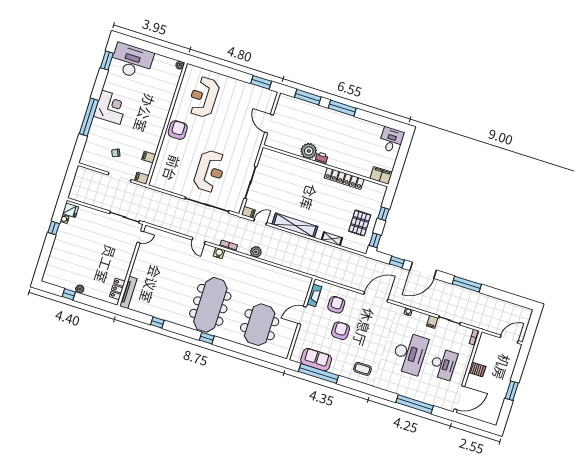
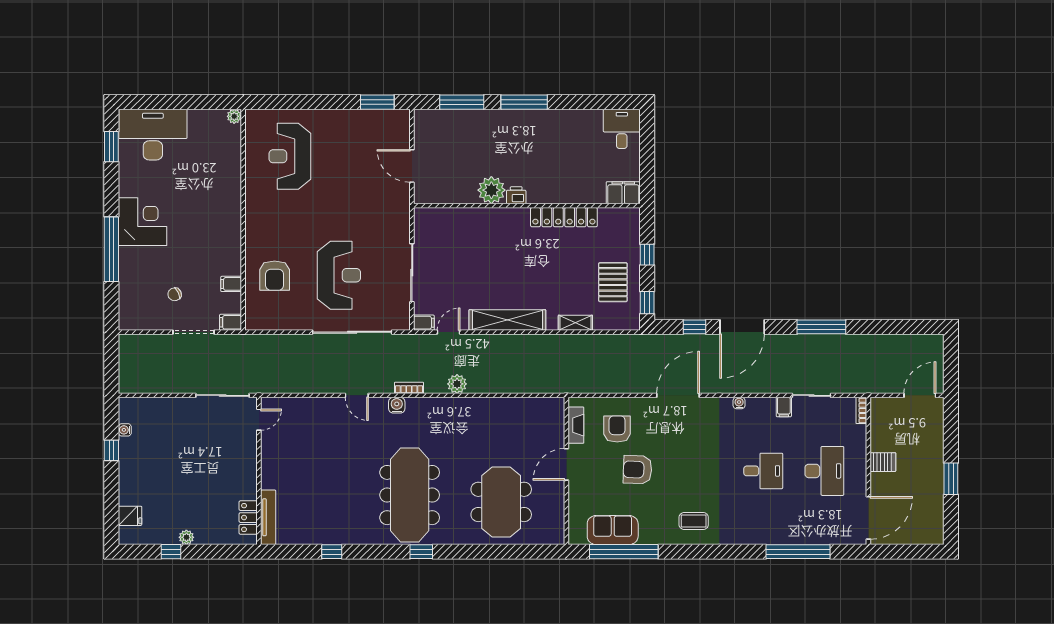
armchair: (178, 130) -> (275, 276), moved, turned 180
fridge: (71, 210) -> (130, 516), moved
armchair: (340, 331) -> (638, 470), turned -88
desk: (410, 353) -> (763, 471), width x0.53, depth x0.77

